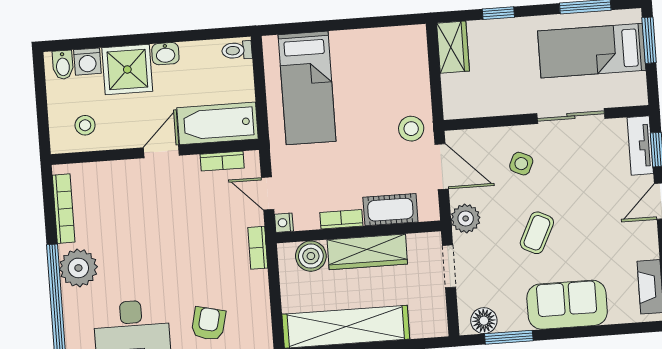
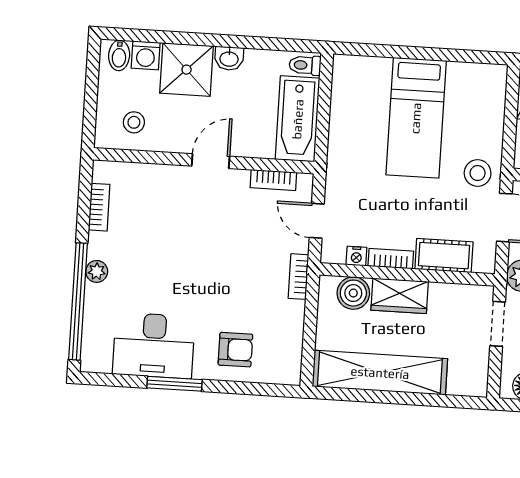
bed: (307, 88) -> (416, 118), moved
bathtub: (218, 123) -> (298, 119), moved, turned -90
bookcase: (64, 209) -> (99, 207), width x0.64
nightstand: (284, 223) -> (356, 256), moved, turned -90
wardrobe: (367, 252) -> (400, 296), width x0.67
plant: (78, 268) -> (97, 271), width x0.53, depth x0.53
armchair: (208, 324) -> (235, 350), turned 77

